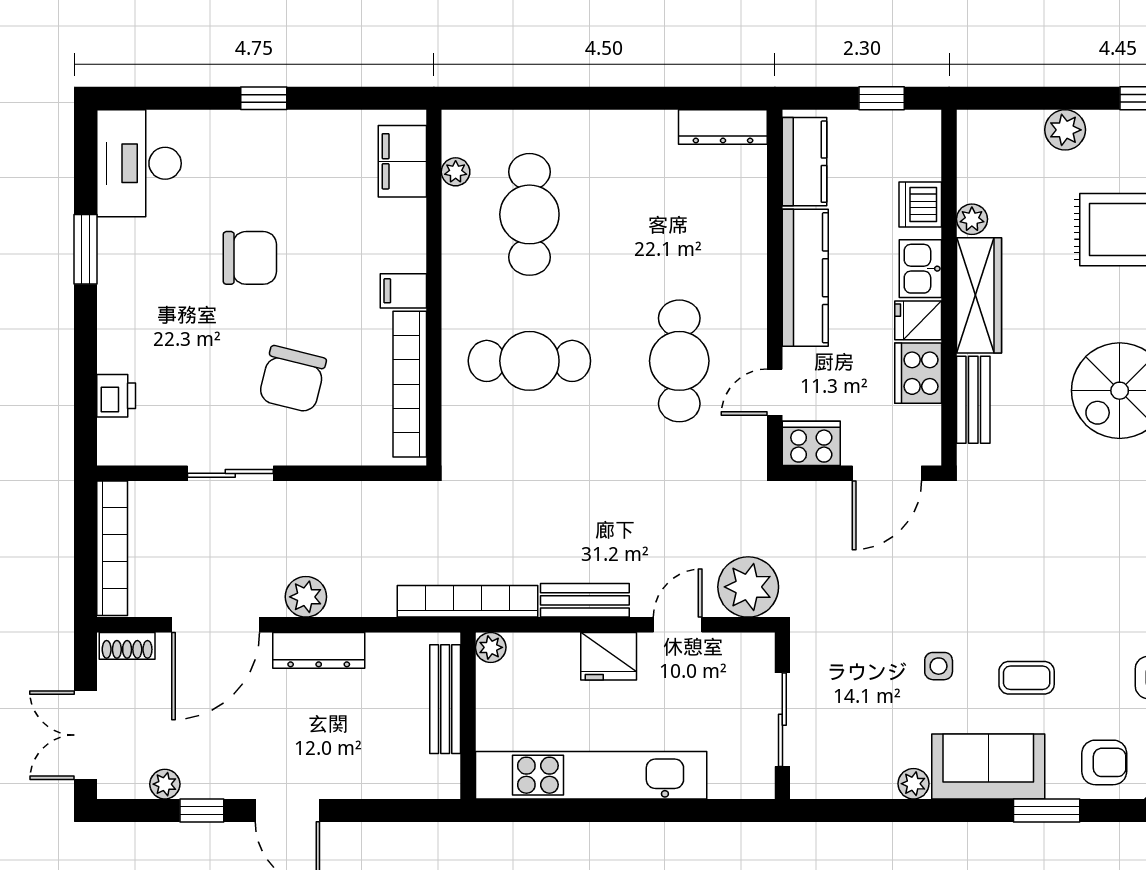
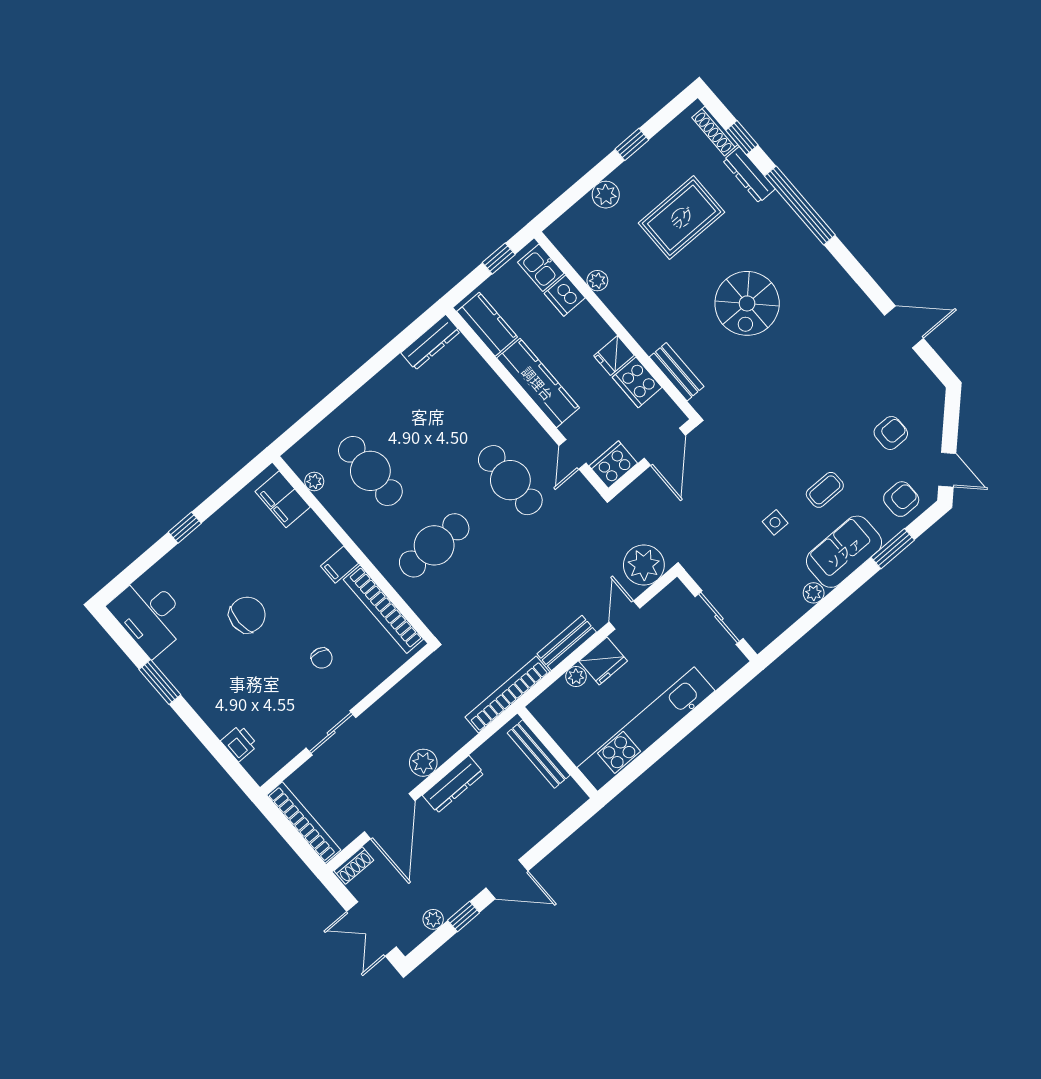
kitchen sink: (920, 269) -> (541, 268), moved
wardrobe: (979, 295) -> (634, 316), removed
chair: (292, 379) -> (322, 658), width x0.54, depth x0.54
plant: (491, 647) -> (576, 676), moved

